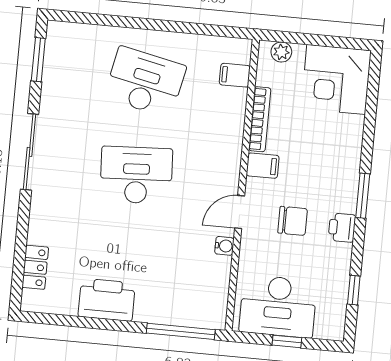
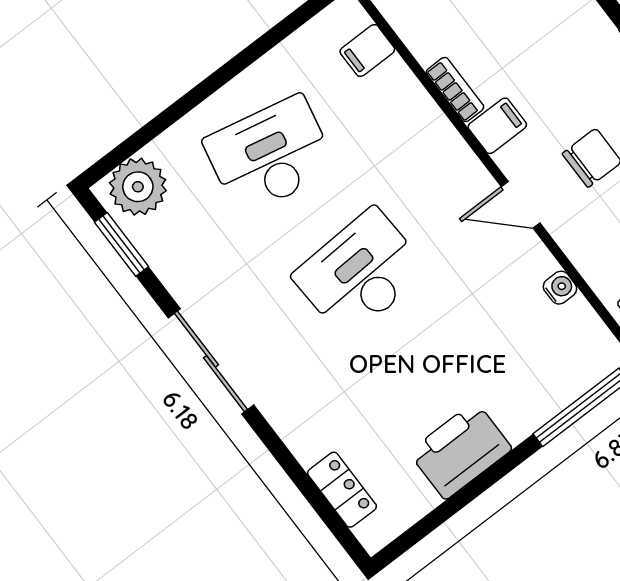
plant: (71, 40) -> (138, 187), added
bookcase: (260, 119) -> (455, 90), width x0.64
door: (240, 212) -> (521, 205), hinge flipped
water cooler: (224, 246) -> (560, 288), moved

